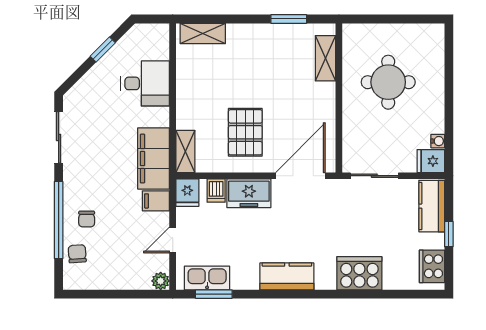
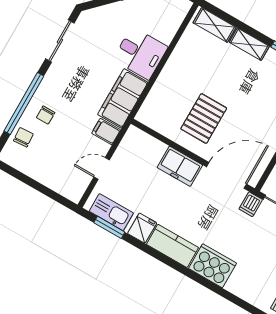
desk: (145, 83) -> (140, 53), moved
shelving: (185, 151) -> (249, 44), moved, turned 90
dishwasher: (216, 191) -> (251, 204), moved
fridge: (187, 193) -> (142, 228), moved, turned 180
cooker: (359, 273) -> (213, 266), moved
plant: (161, 281) -> (75, 194), removed

